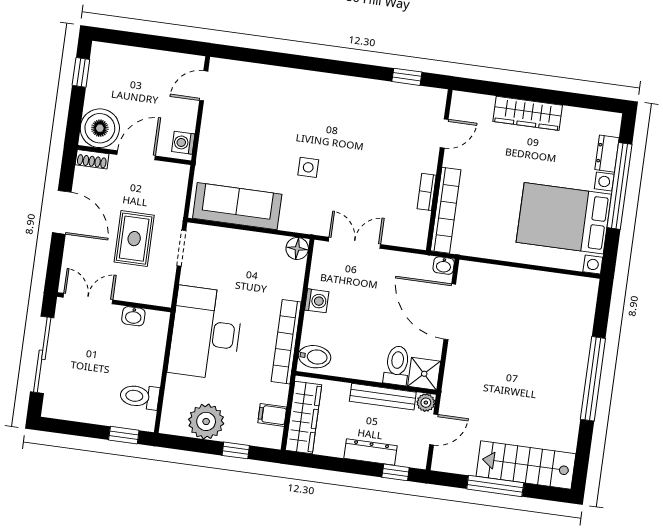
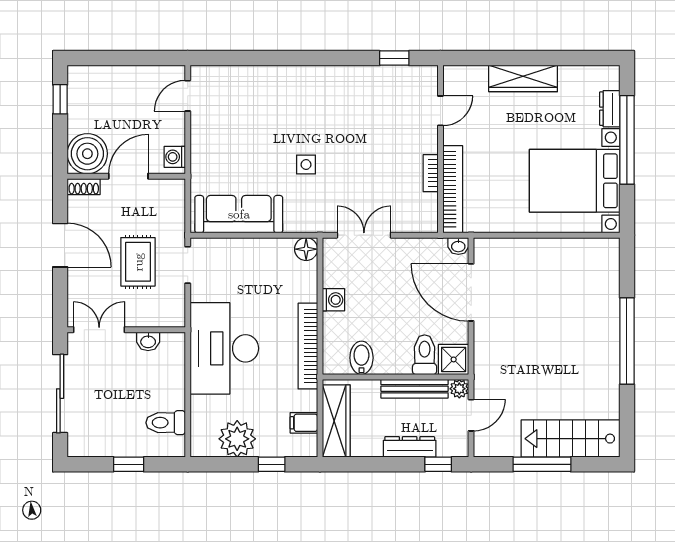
bidet: (315, 357) -> (361, 358), moved, turned -90
window: (124, 435) -> (129, 464), moved

